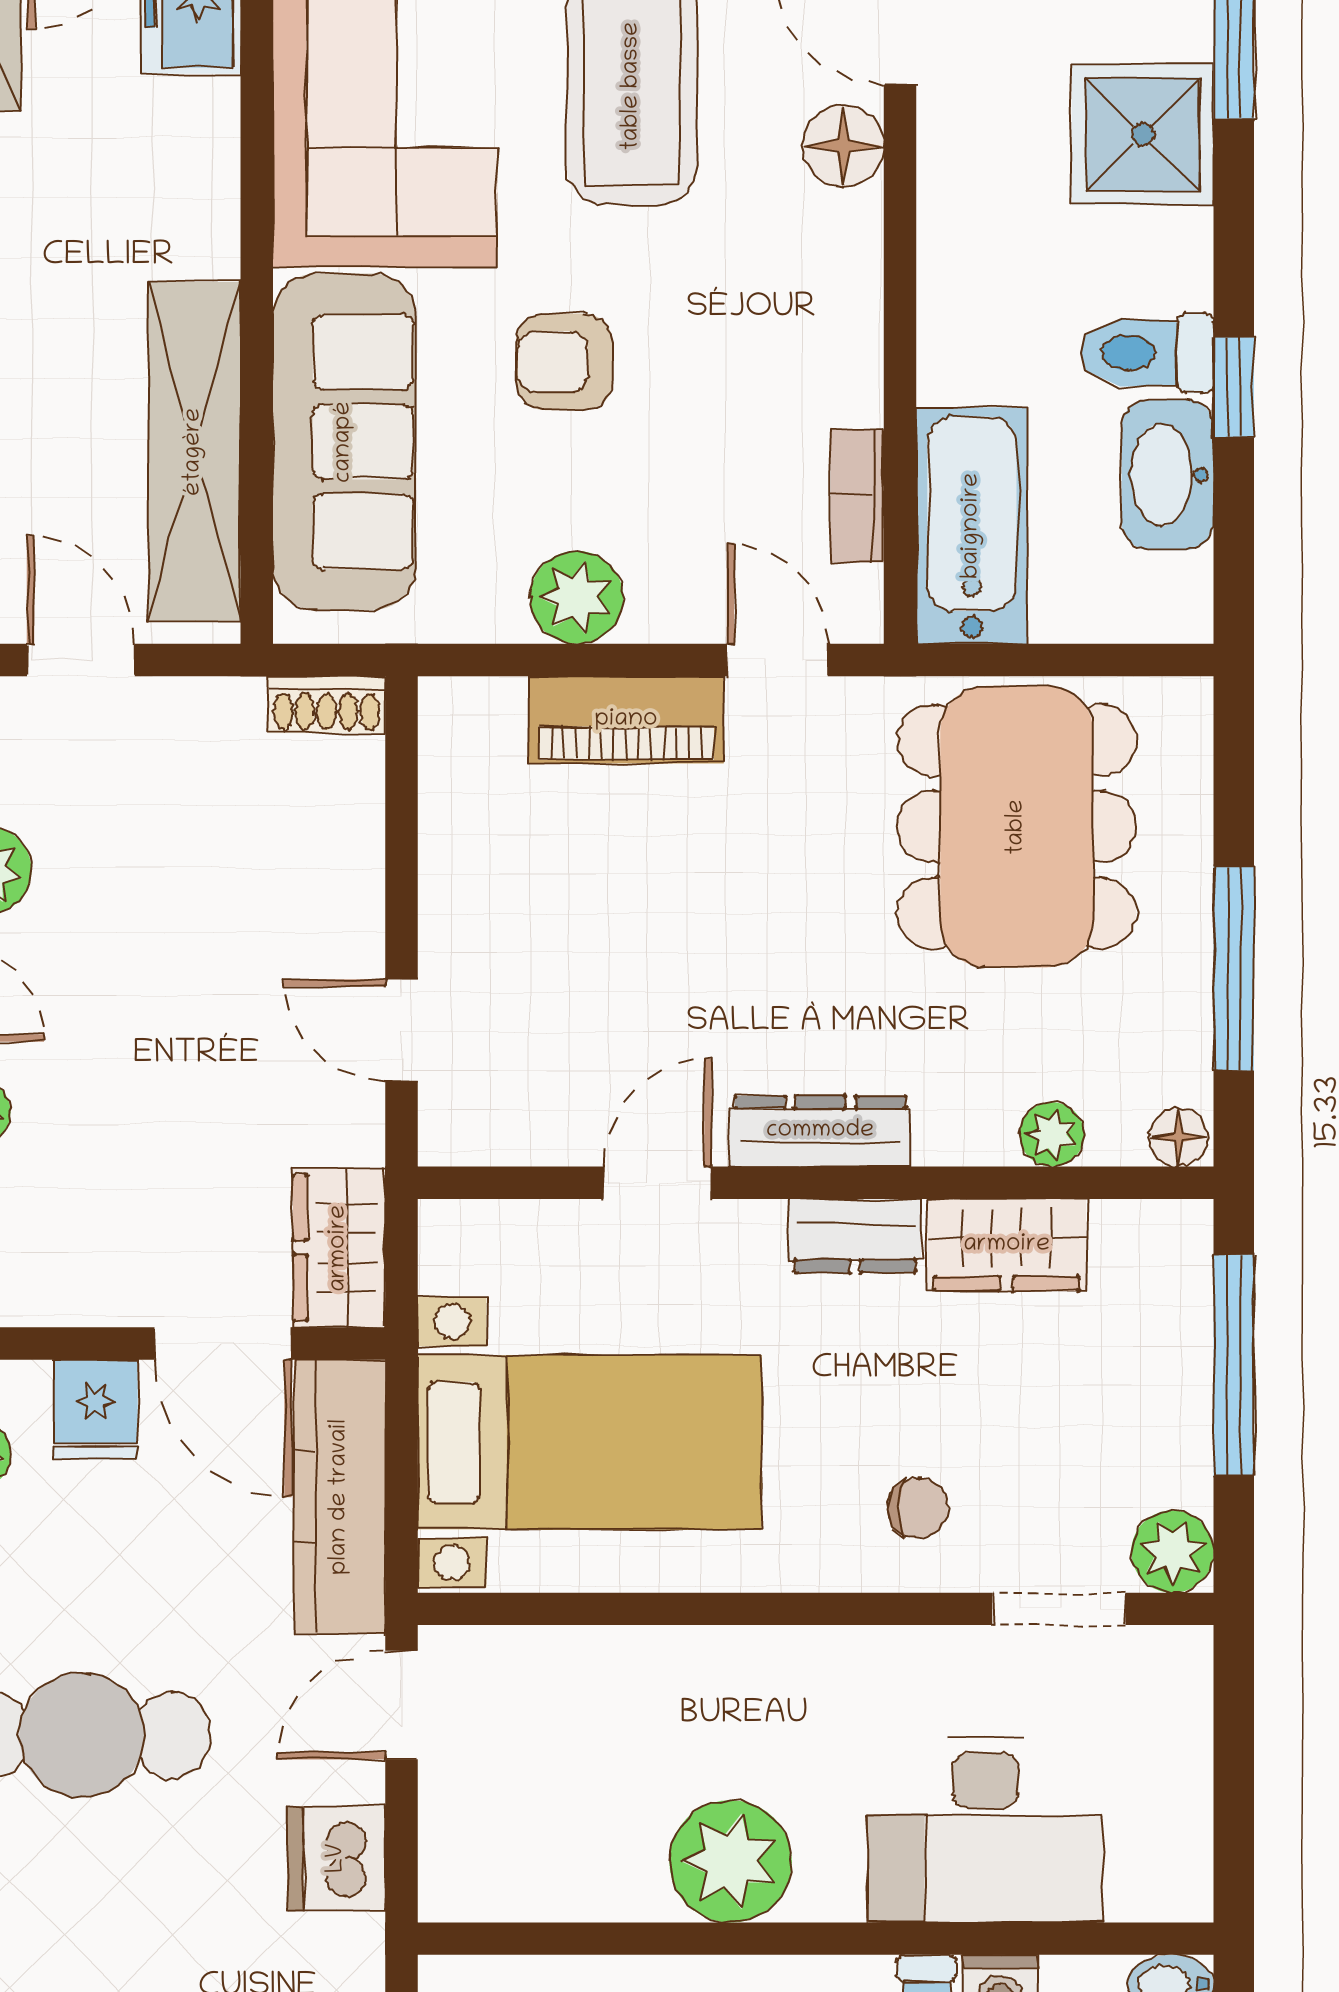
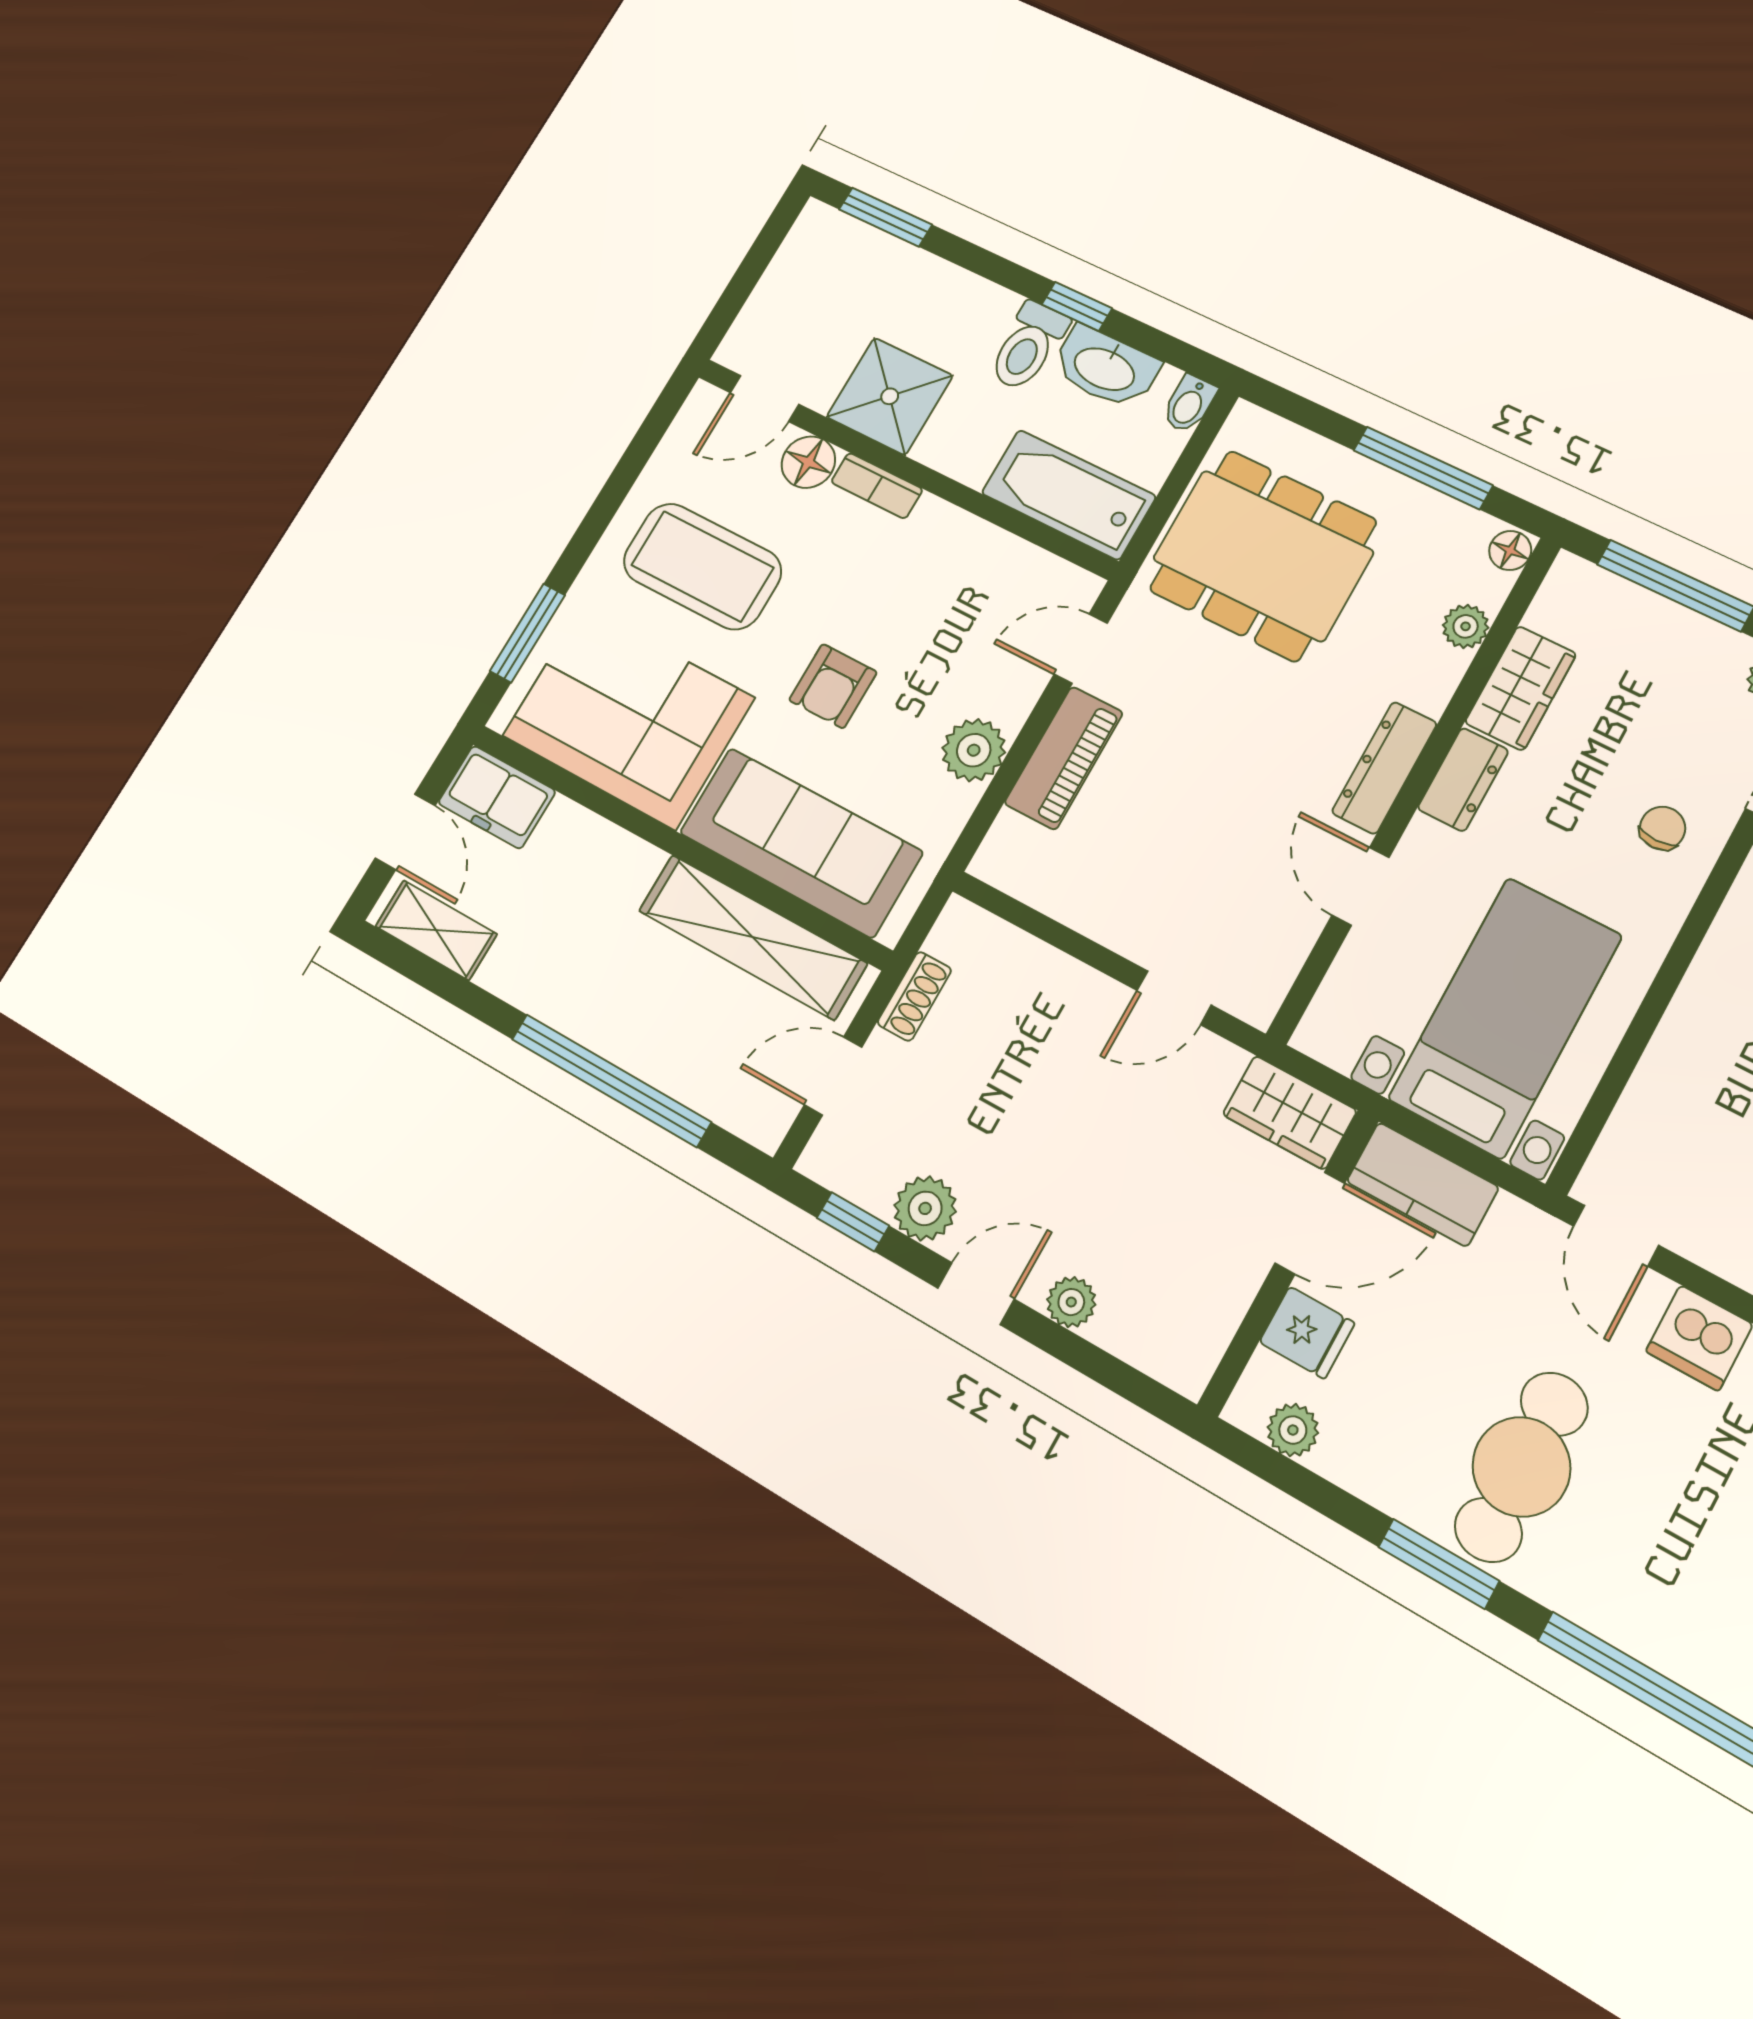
shower: (1143, 134) -> (890, 396), moved
bookcase: (857, 496) -> (877, 486), moved
bidet: (1172, 616) -> (1189, 404), added
shoe rack: (327, 705) -> (914, 996), moved
kitchen counter: (340, 1497) -> (1423, 1184), width x0.67

